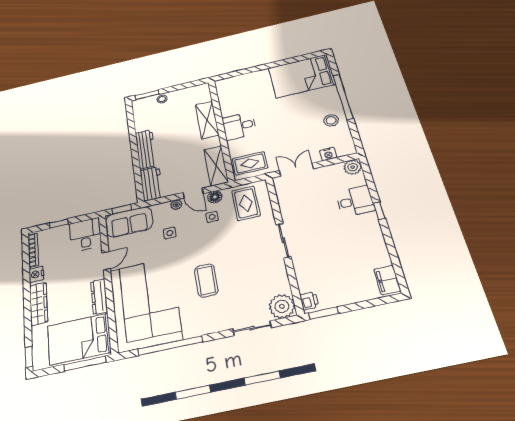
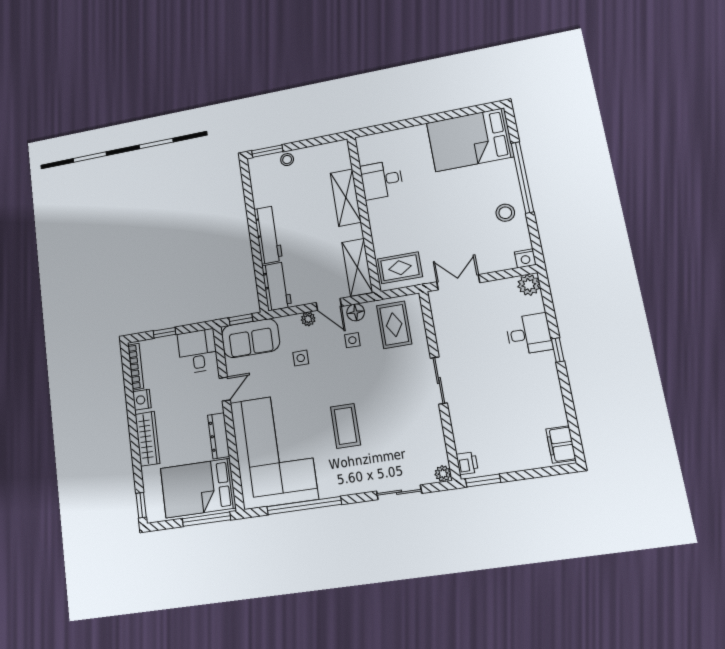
desk: (239, 126) -> (382, 180), moved
nightstand: (328, 154) -> (525, 258), moved
plant: (282, 306) -> (443, 474), width x0.53, depth x0.53

